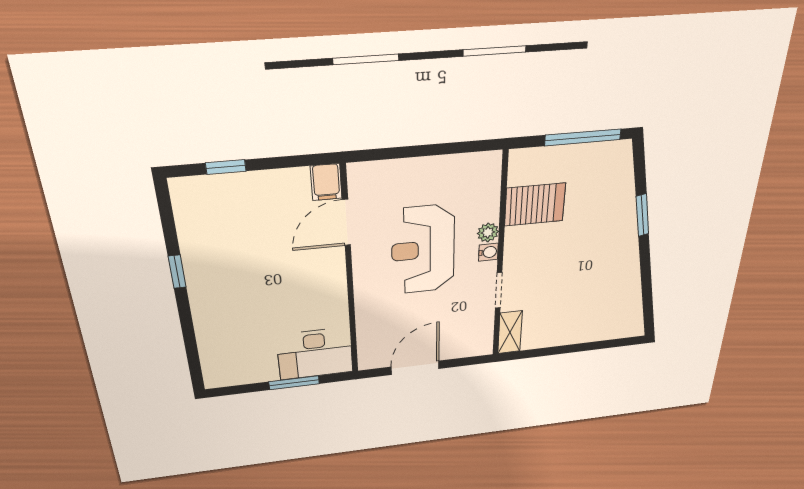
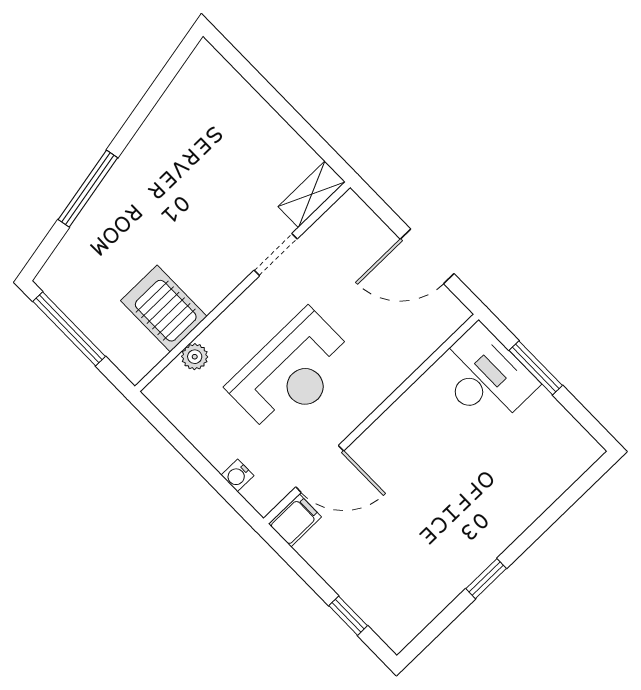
window: (642, 215) -> (88, 189), width x1.44
plant: (488, 232) -> (195, 357), moved
water cooler: (488, 252) -> (237, 475), moved, turned -90

